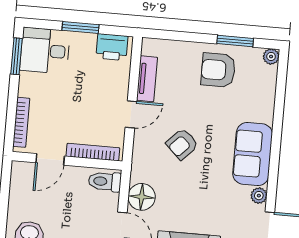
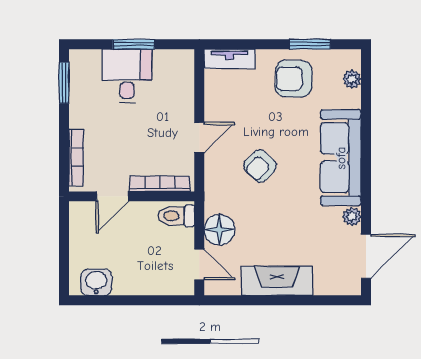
printer: (112, 47) -> (171, 63), removed
desk: (45, 51) -> (127, 76), moved, turned 90
plant: (271, 57) -> (352, 79), moved
tv unit: (147, 79) -> (230, 59), moved, turned 90
sofa: (253, 154) -> (341, 158), width x1.36

